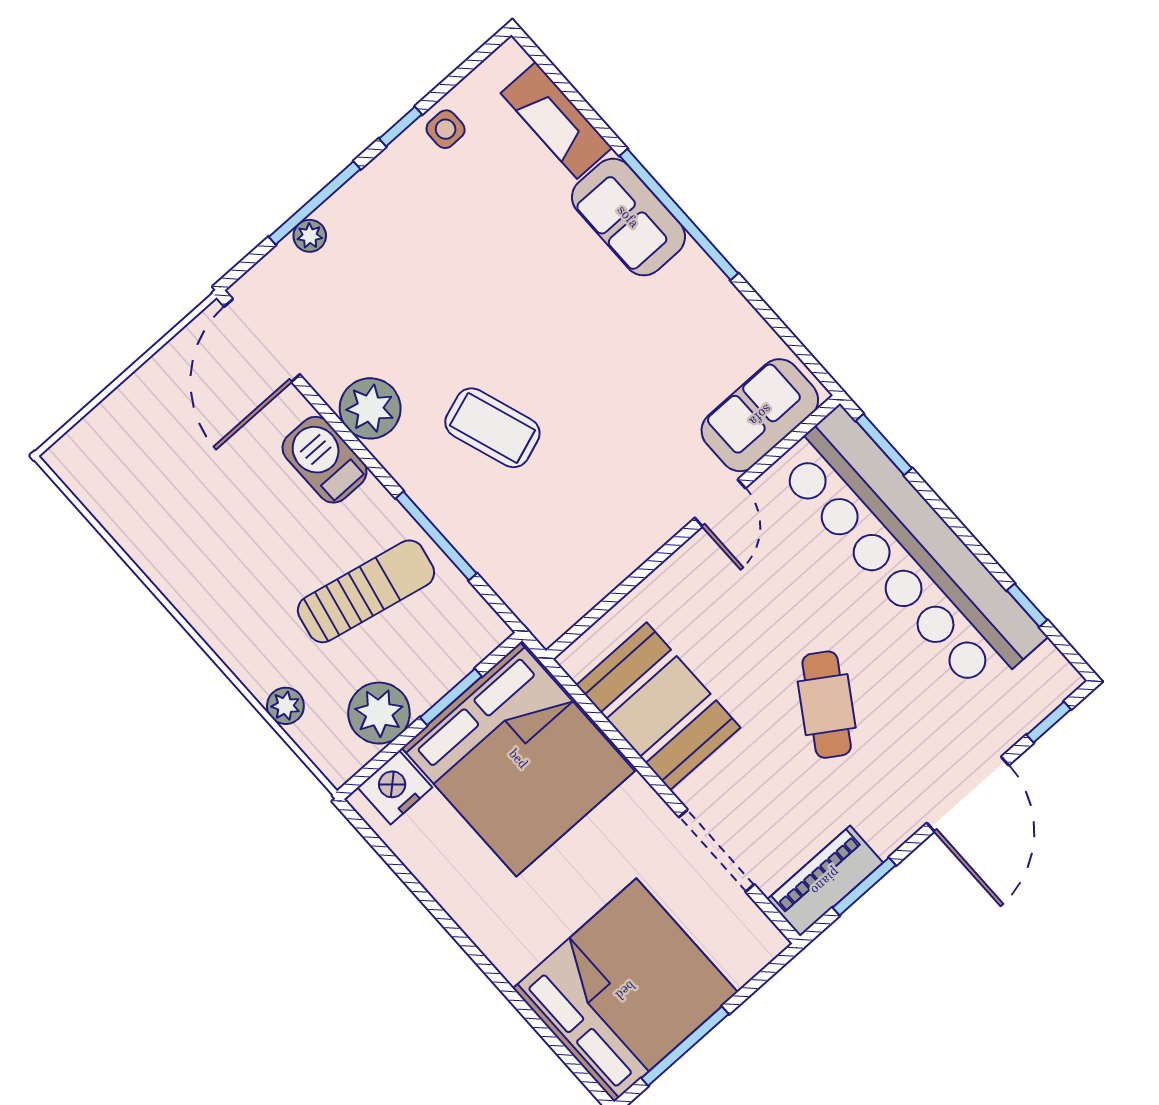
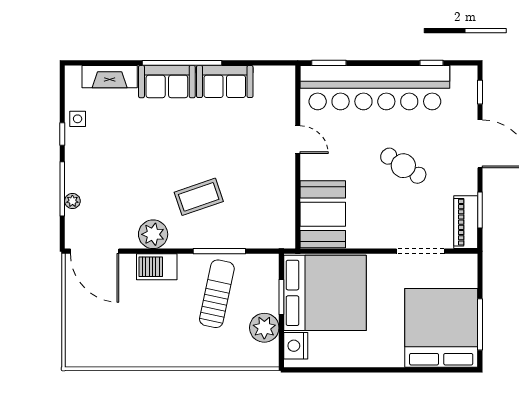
sofa: (760, 415) -> (225, 81), moved, turned -90
plant: (285, 706) -> (232, 359), removed
booth: (658, 706) -> (323, 214), moved, turned 90

